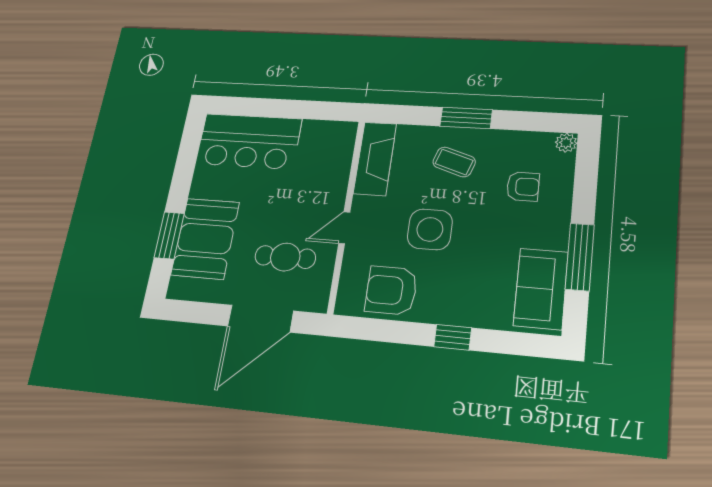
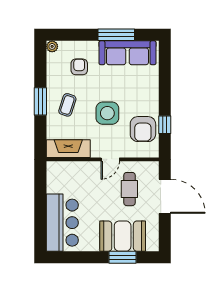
door: (344, 228) -> (110, 159), hinge flipped
sofa: (541, 289) -> (127, 53), width x1.36
window: (453, 337) -> (165, 125), moved

